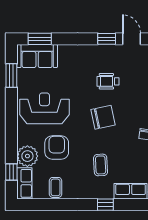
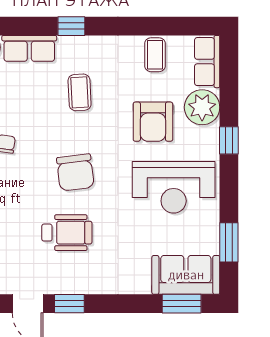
wheelchair: (108, 81) -> (67, 233), width x1.36, depth x1.37
chair: (103, 117) -> (75, 172), turned -85
window: (11, 172) -> (229, 140), moved

